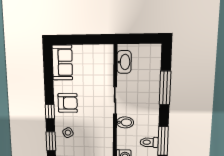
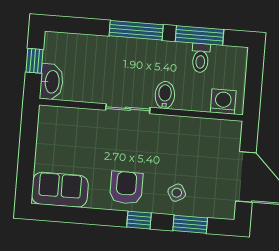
window: (141, 39) -> (34, 61), added
washbasin: (124, 62) -> (52, 82), moved, turned 90
window: (165, 88) -> (136, 30), moved

